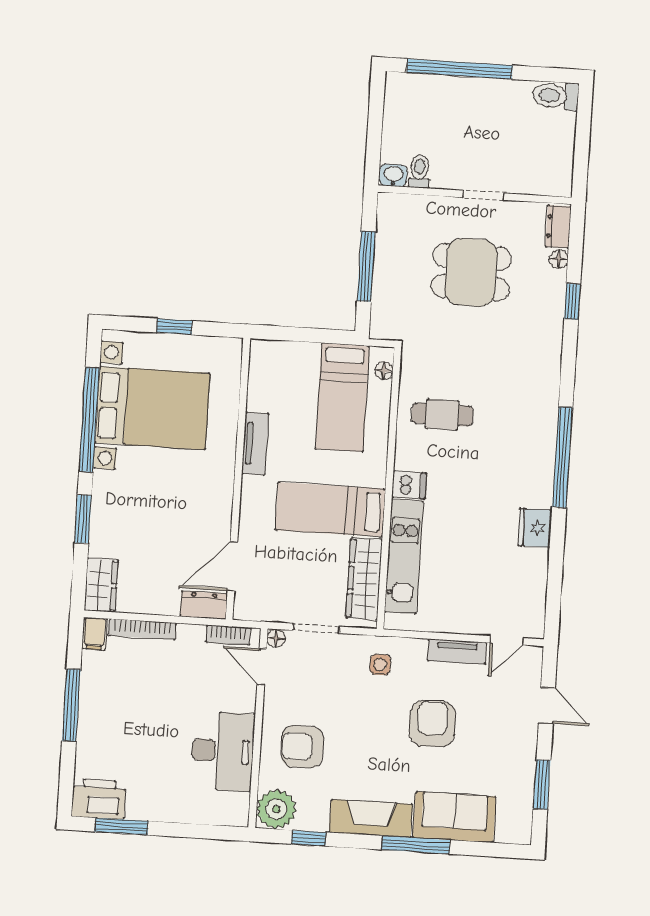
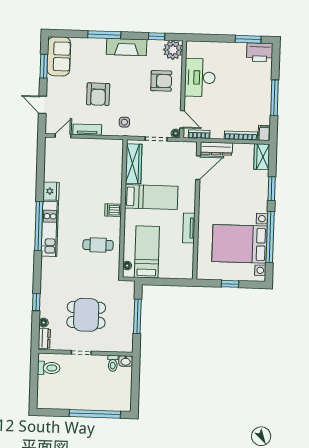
toilet: (556, 96) -> (49, 368), moved
kitchen unit: (404, 556) -> (50, 229), moved, turned 180
dresser: (204, 605) -> (216, 149), width x1.44
sofa: (454, 817) -> (59, 56), moved, turned -90

